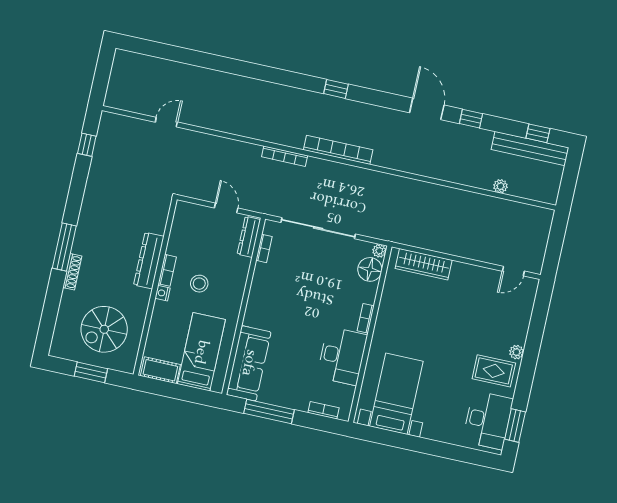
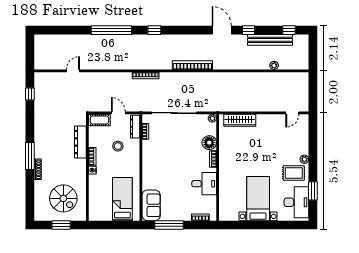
window: (245, 69) -> (111, 30), added
window: (336, 89) -> (154, 30), moved
bench: (530, 148) -> (270, 40), moved
bookcase: (338, 150) -> (192, 65), moved
dresser: (149, 261) -> (80, 142), moved
floor lamp: (370, 269) -> (209, 143), moved
stool: (199, 284) -> (118, 146), moved
spiral stairs: (104, 329) -> (63, 198), turned -90
desk: (342, 356) -> (204, 184), width x0.73
sofa: (249, 363) -> (151, 205), width x0.73
cot: (160, 370) -> (99, 120), moved
bed with nightstands: (396, 394) -> (258, 199), moved
window: (515, 425) -> (313, 191), moved

